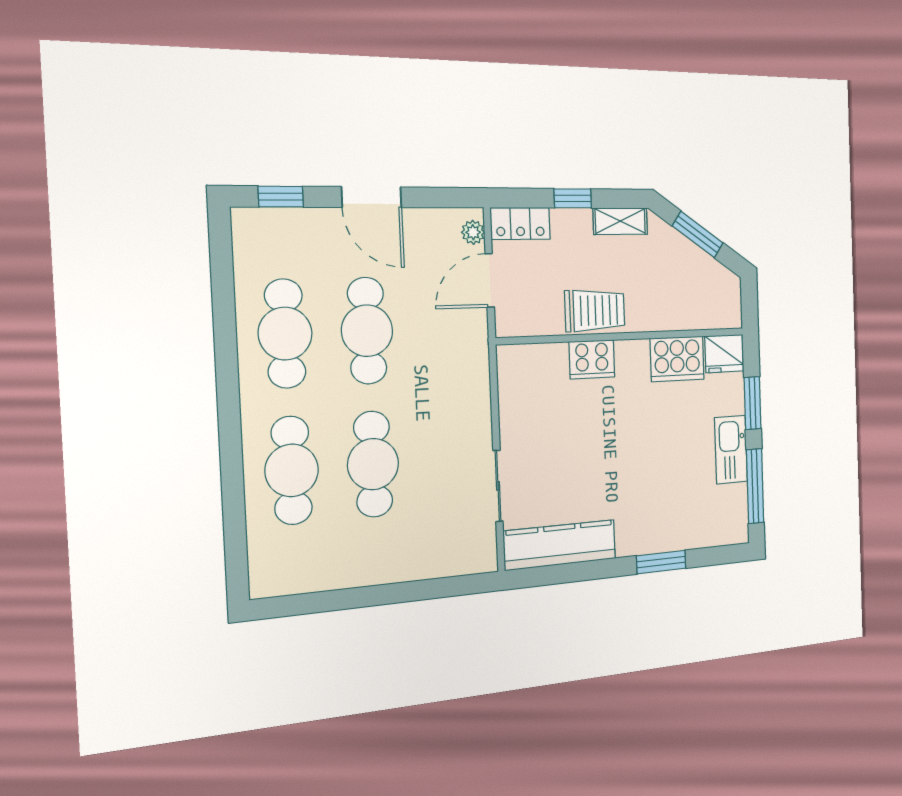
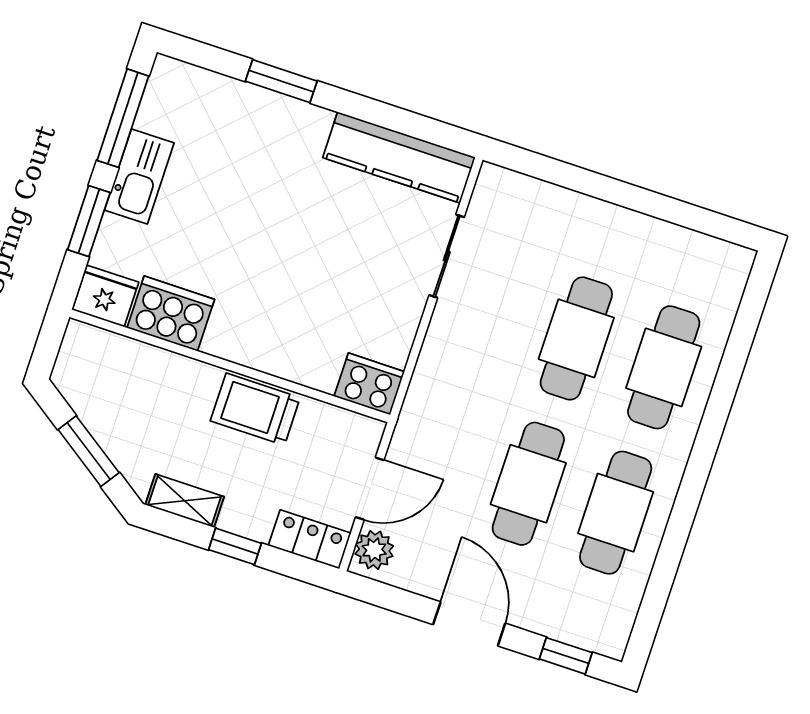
plant: (473, 232) -> (374, 550), width x1.38, depth x1.38
cooker: (592, 359) -> (369, 384), moved

